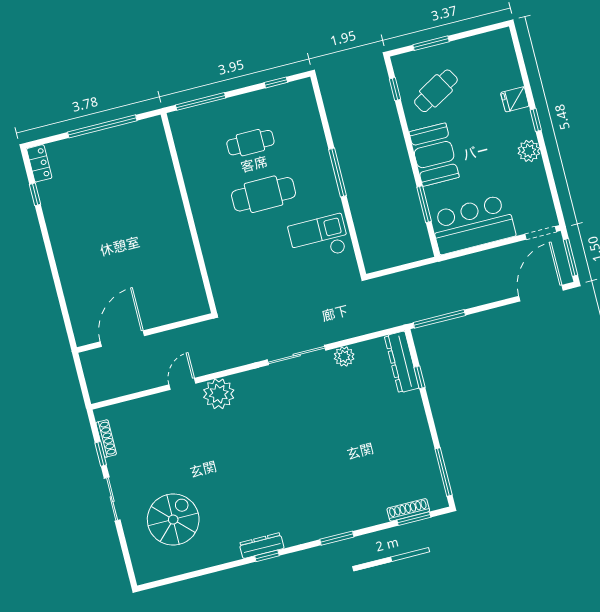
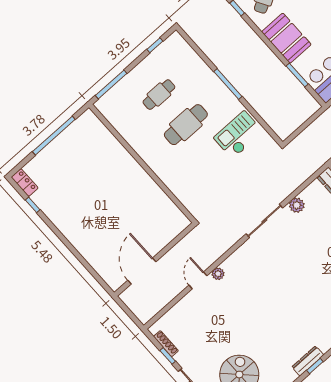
plant: (219, 394) -> (218, 274), width x0.53, depth x0.53

